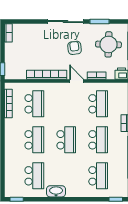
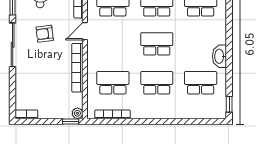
plant: (9, 75) -> (77, 113), added

